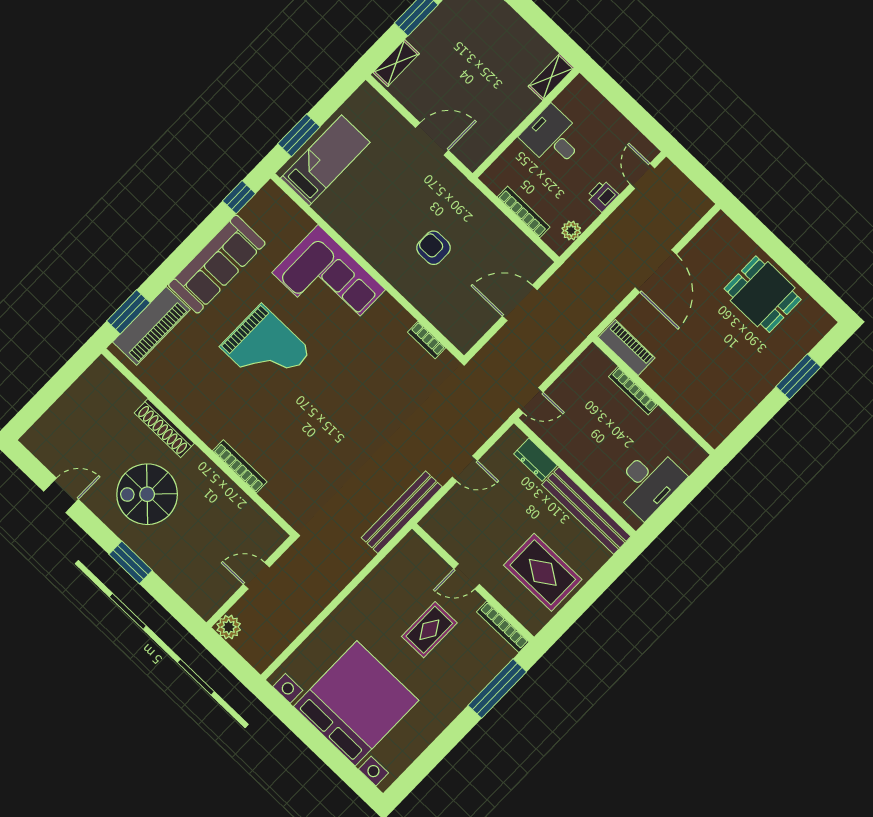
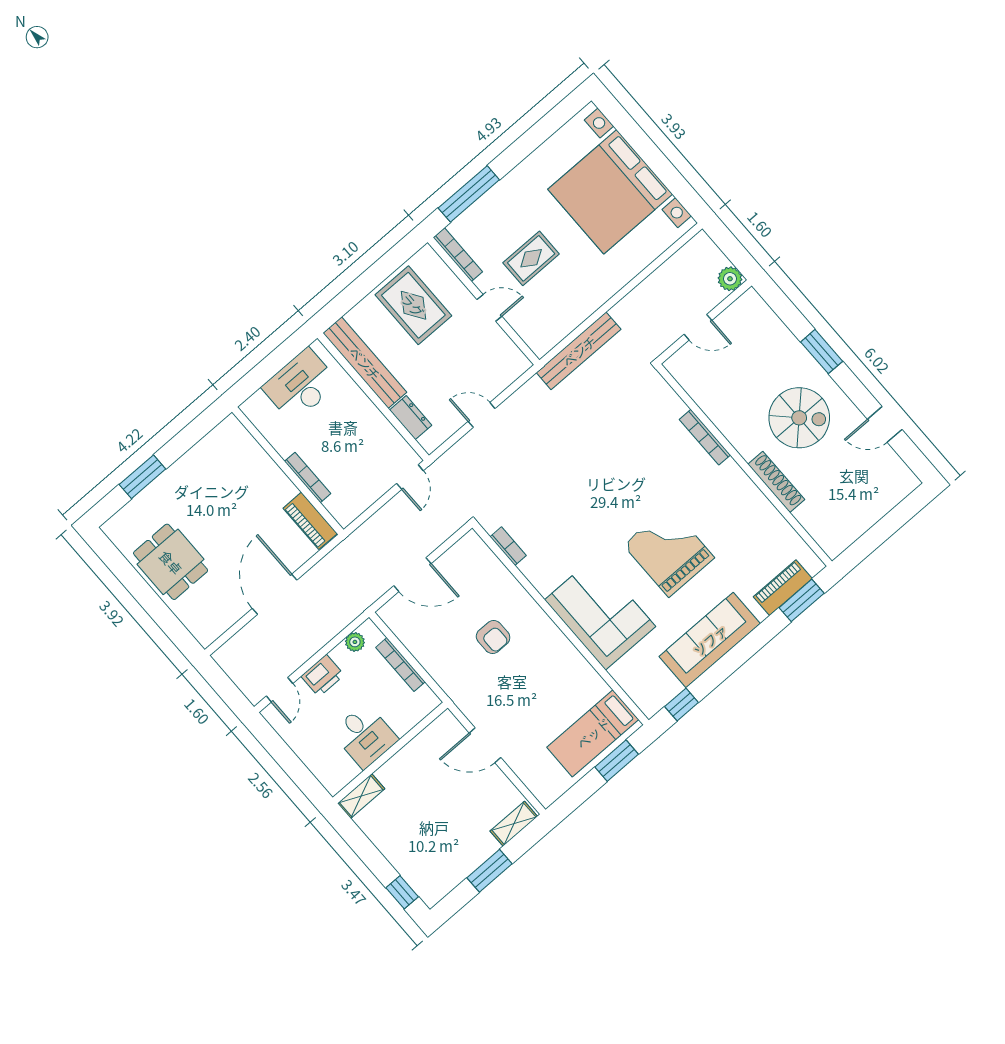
printer: (602, 196) -> (323, 676), width x1.36, depth x1.24
piano: (151, 326) -> (783, 588), width x0.73, depth x0.75
door: (531, 400) -> (410, 477), swing flipped
bench: (402, 512) -> (579, 351), moved

